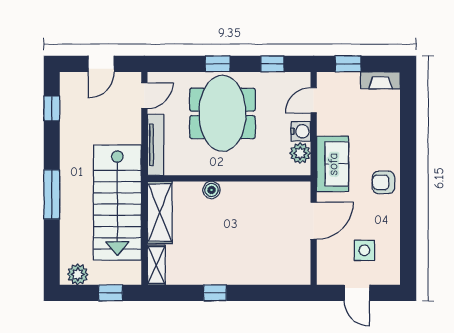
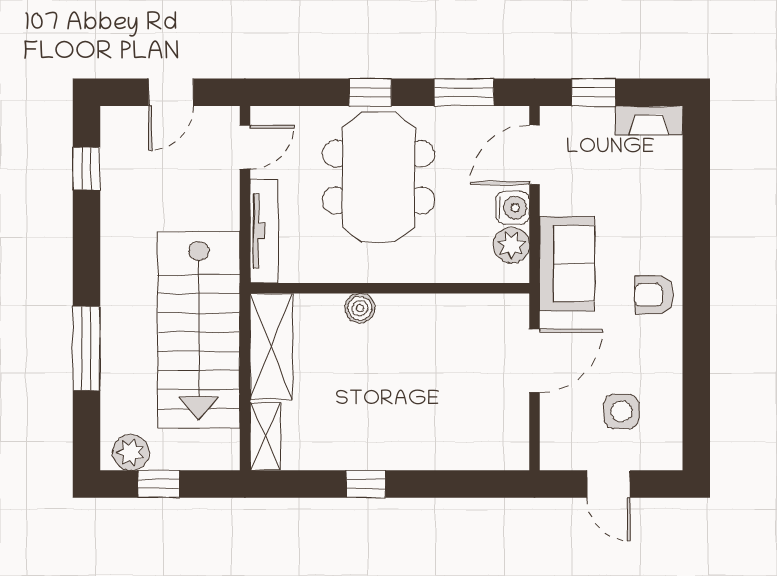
window: (272, 64) -> (464, 92), width x1.50
door: (314, 100) -> (534, 155), width x1.38
window: (52, 194) -> (86, 348), moved
window: (111, 293) -> (159, 484), moved

